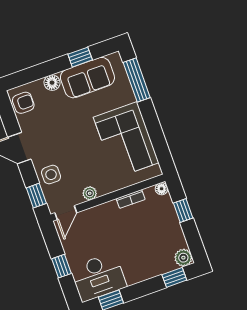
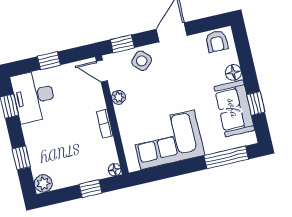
side table: (51, 175) -> (142, 61), turned 45
bookcase: (131, 199) -> (105, 124), moved
window: (174, 277) -> (21, 158), moved

